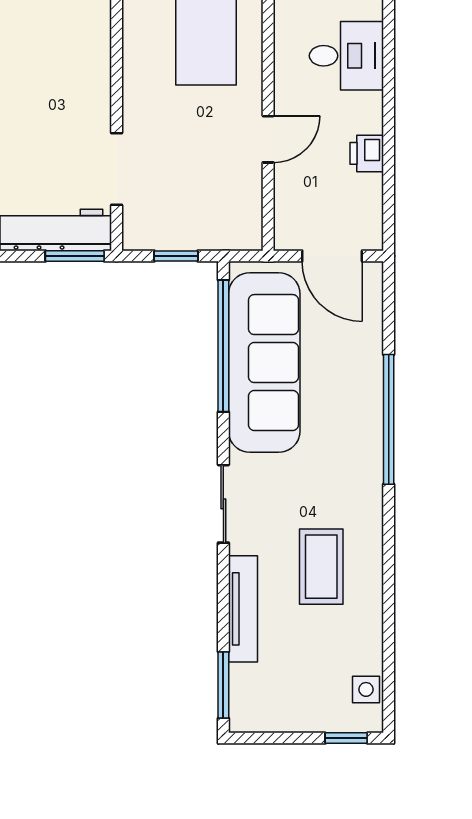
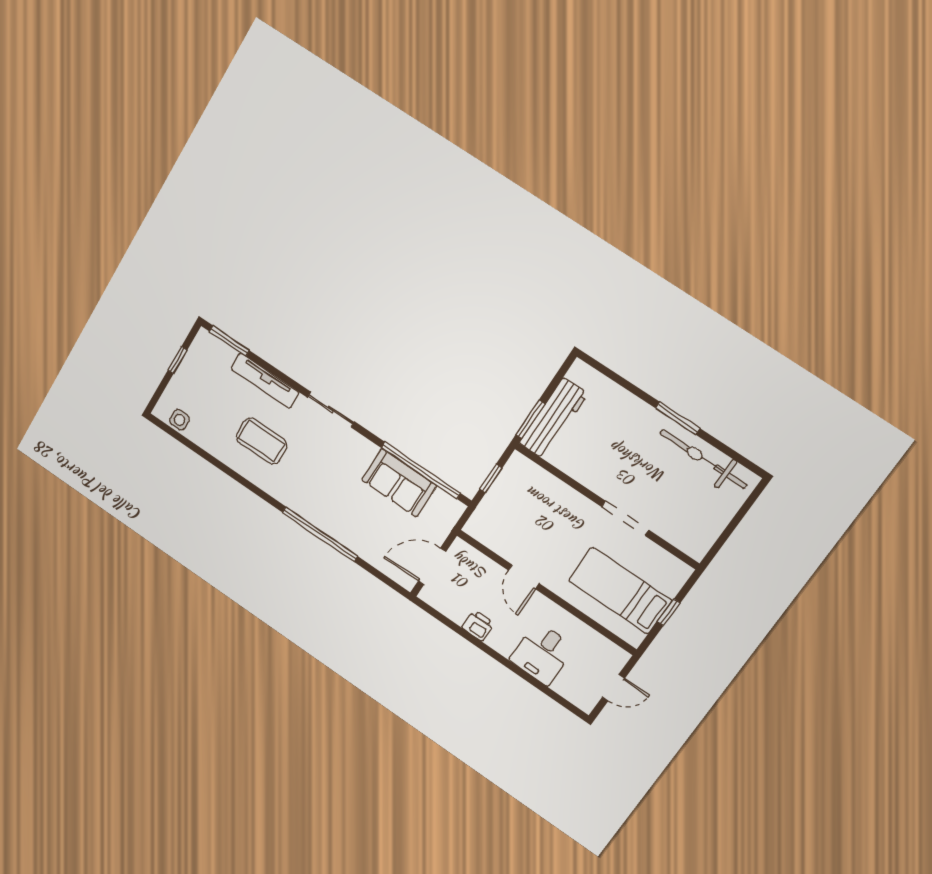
doorway: (117, 169) -> (625, 518), moved
sofa: (264, 363) -> (399, 483), width x0.54, depth x0.79
window: (346, 738) -> (177, 360), moved

